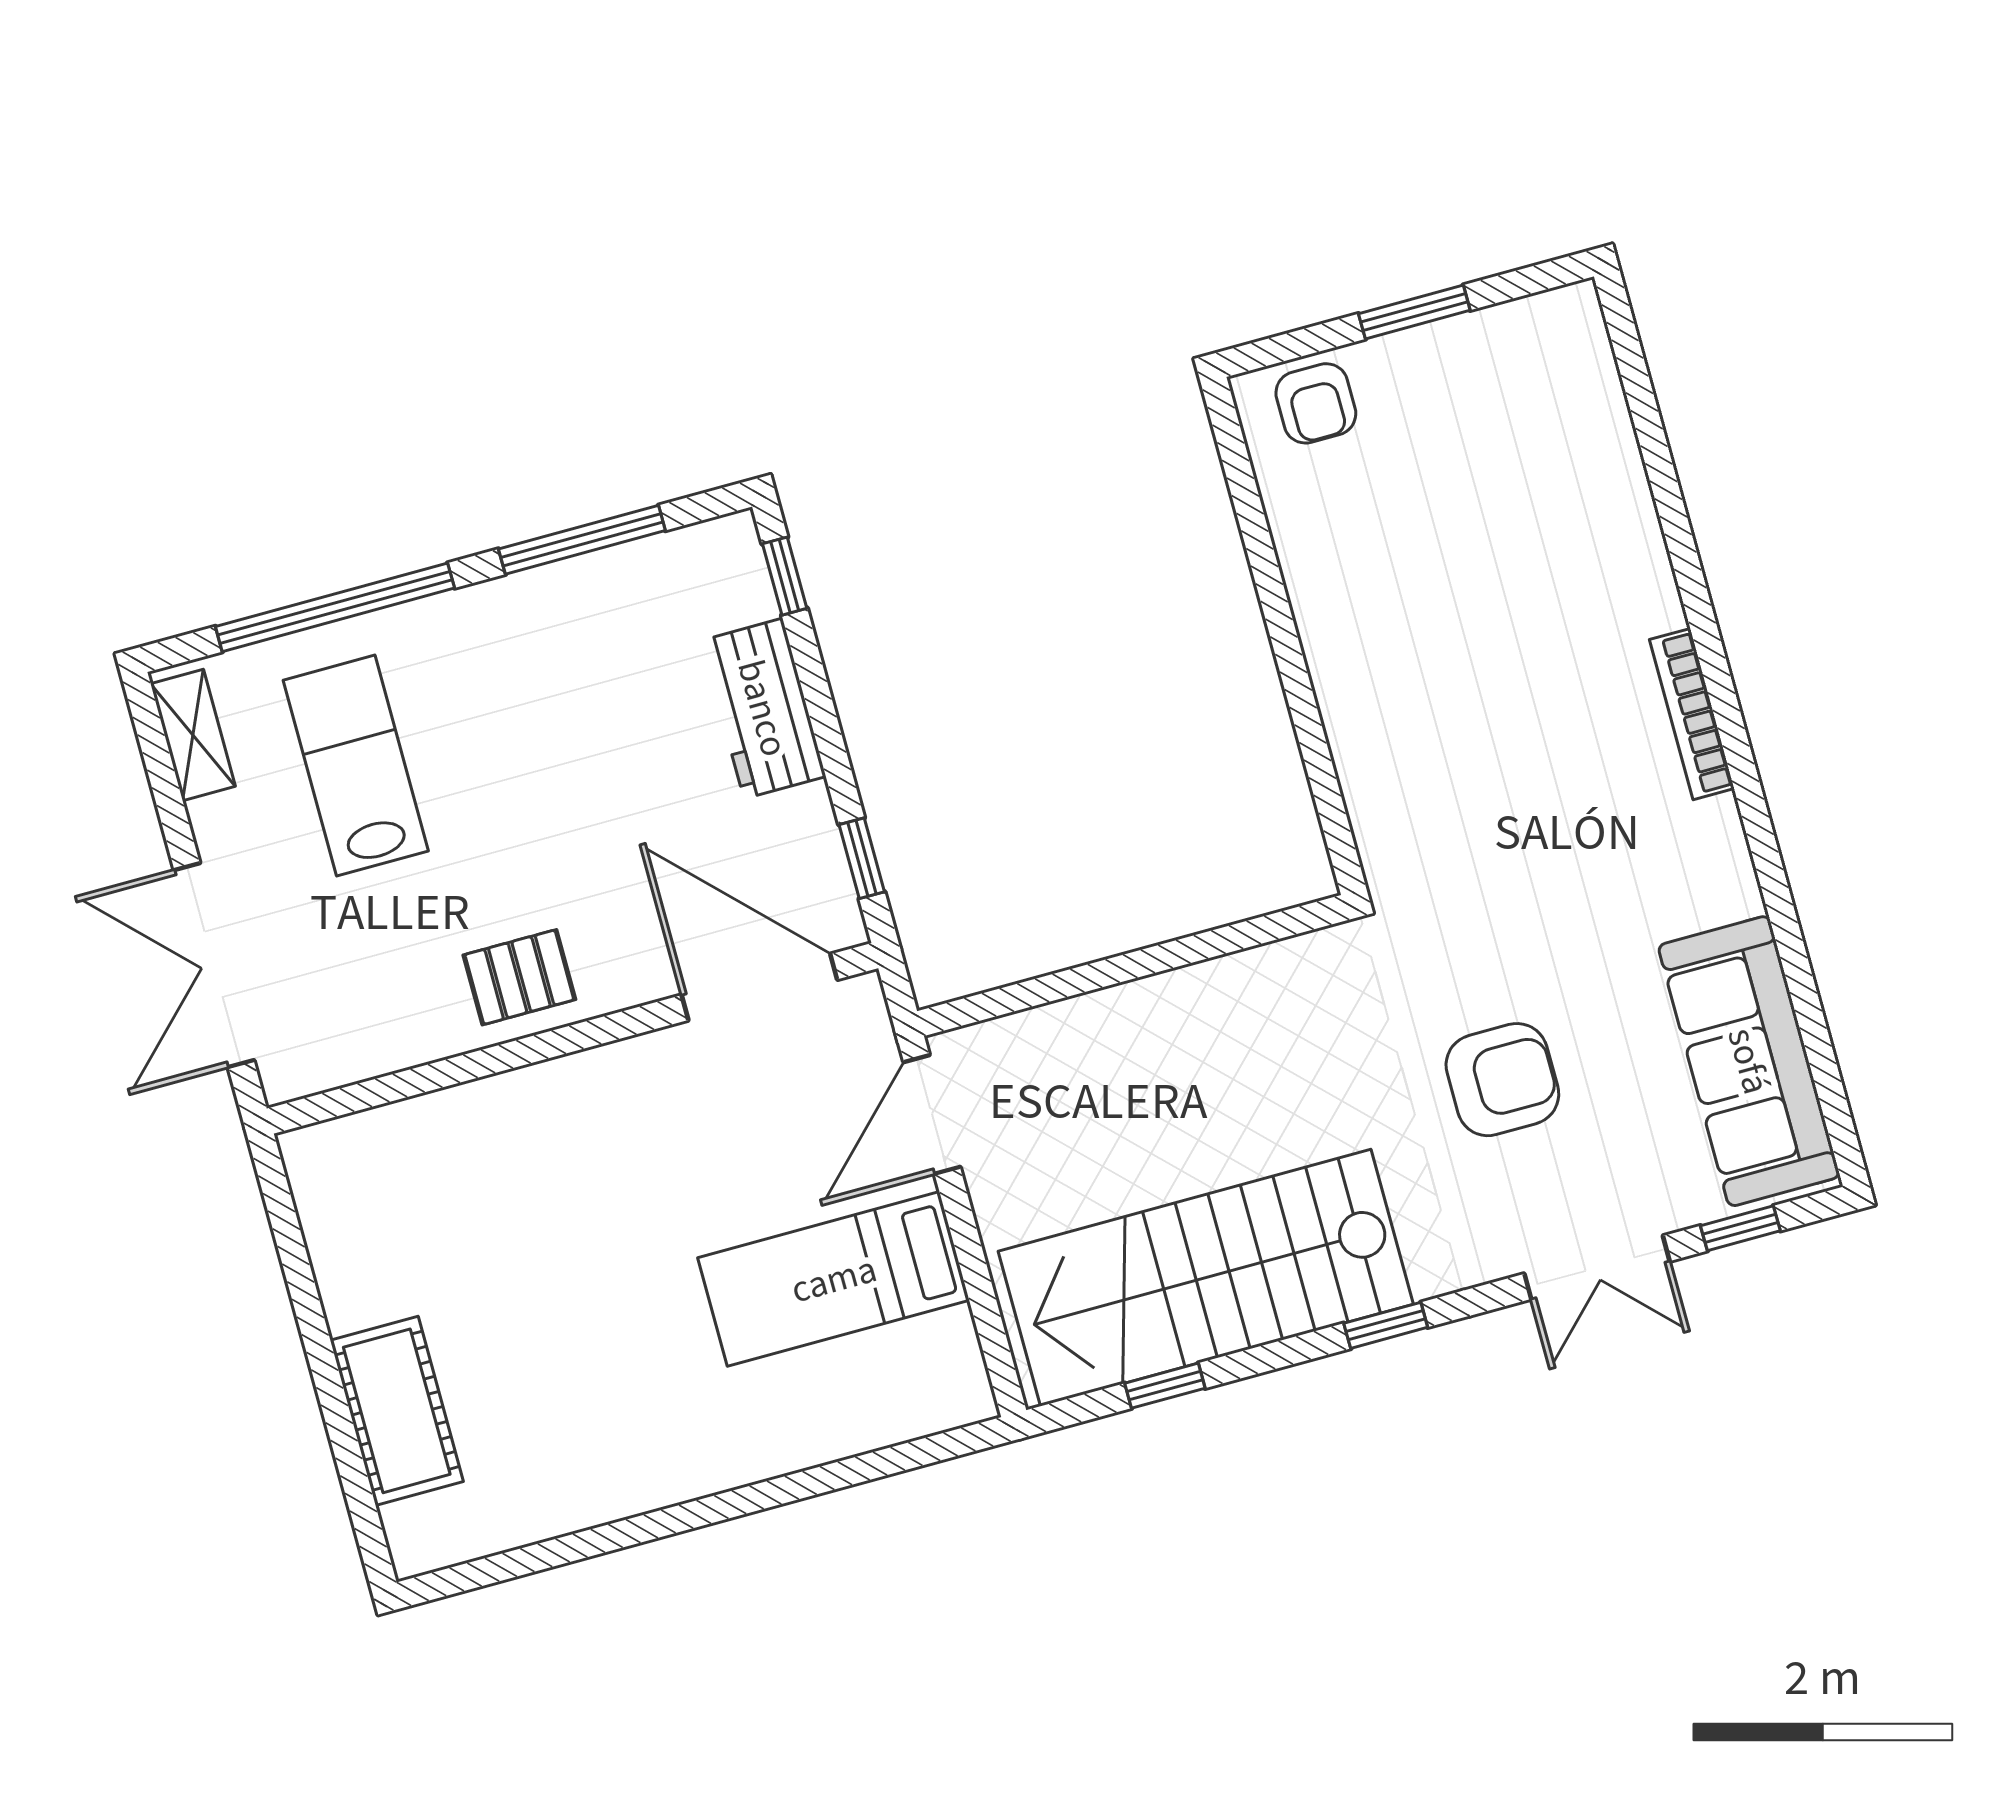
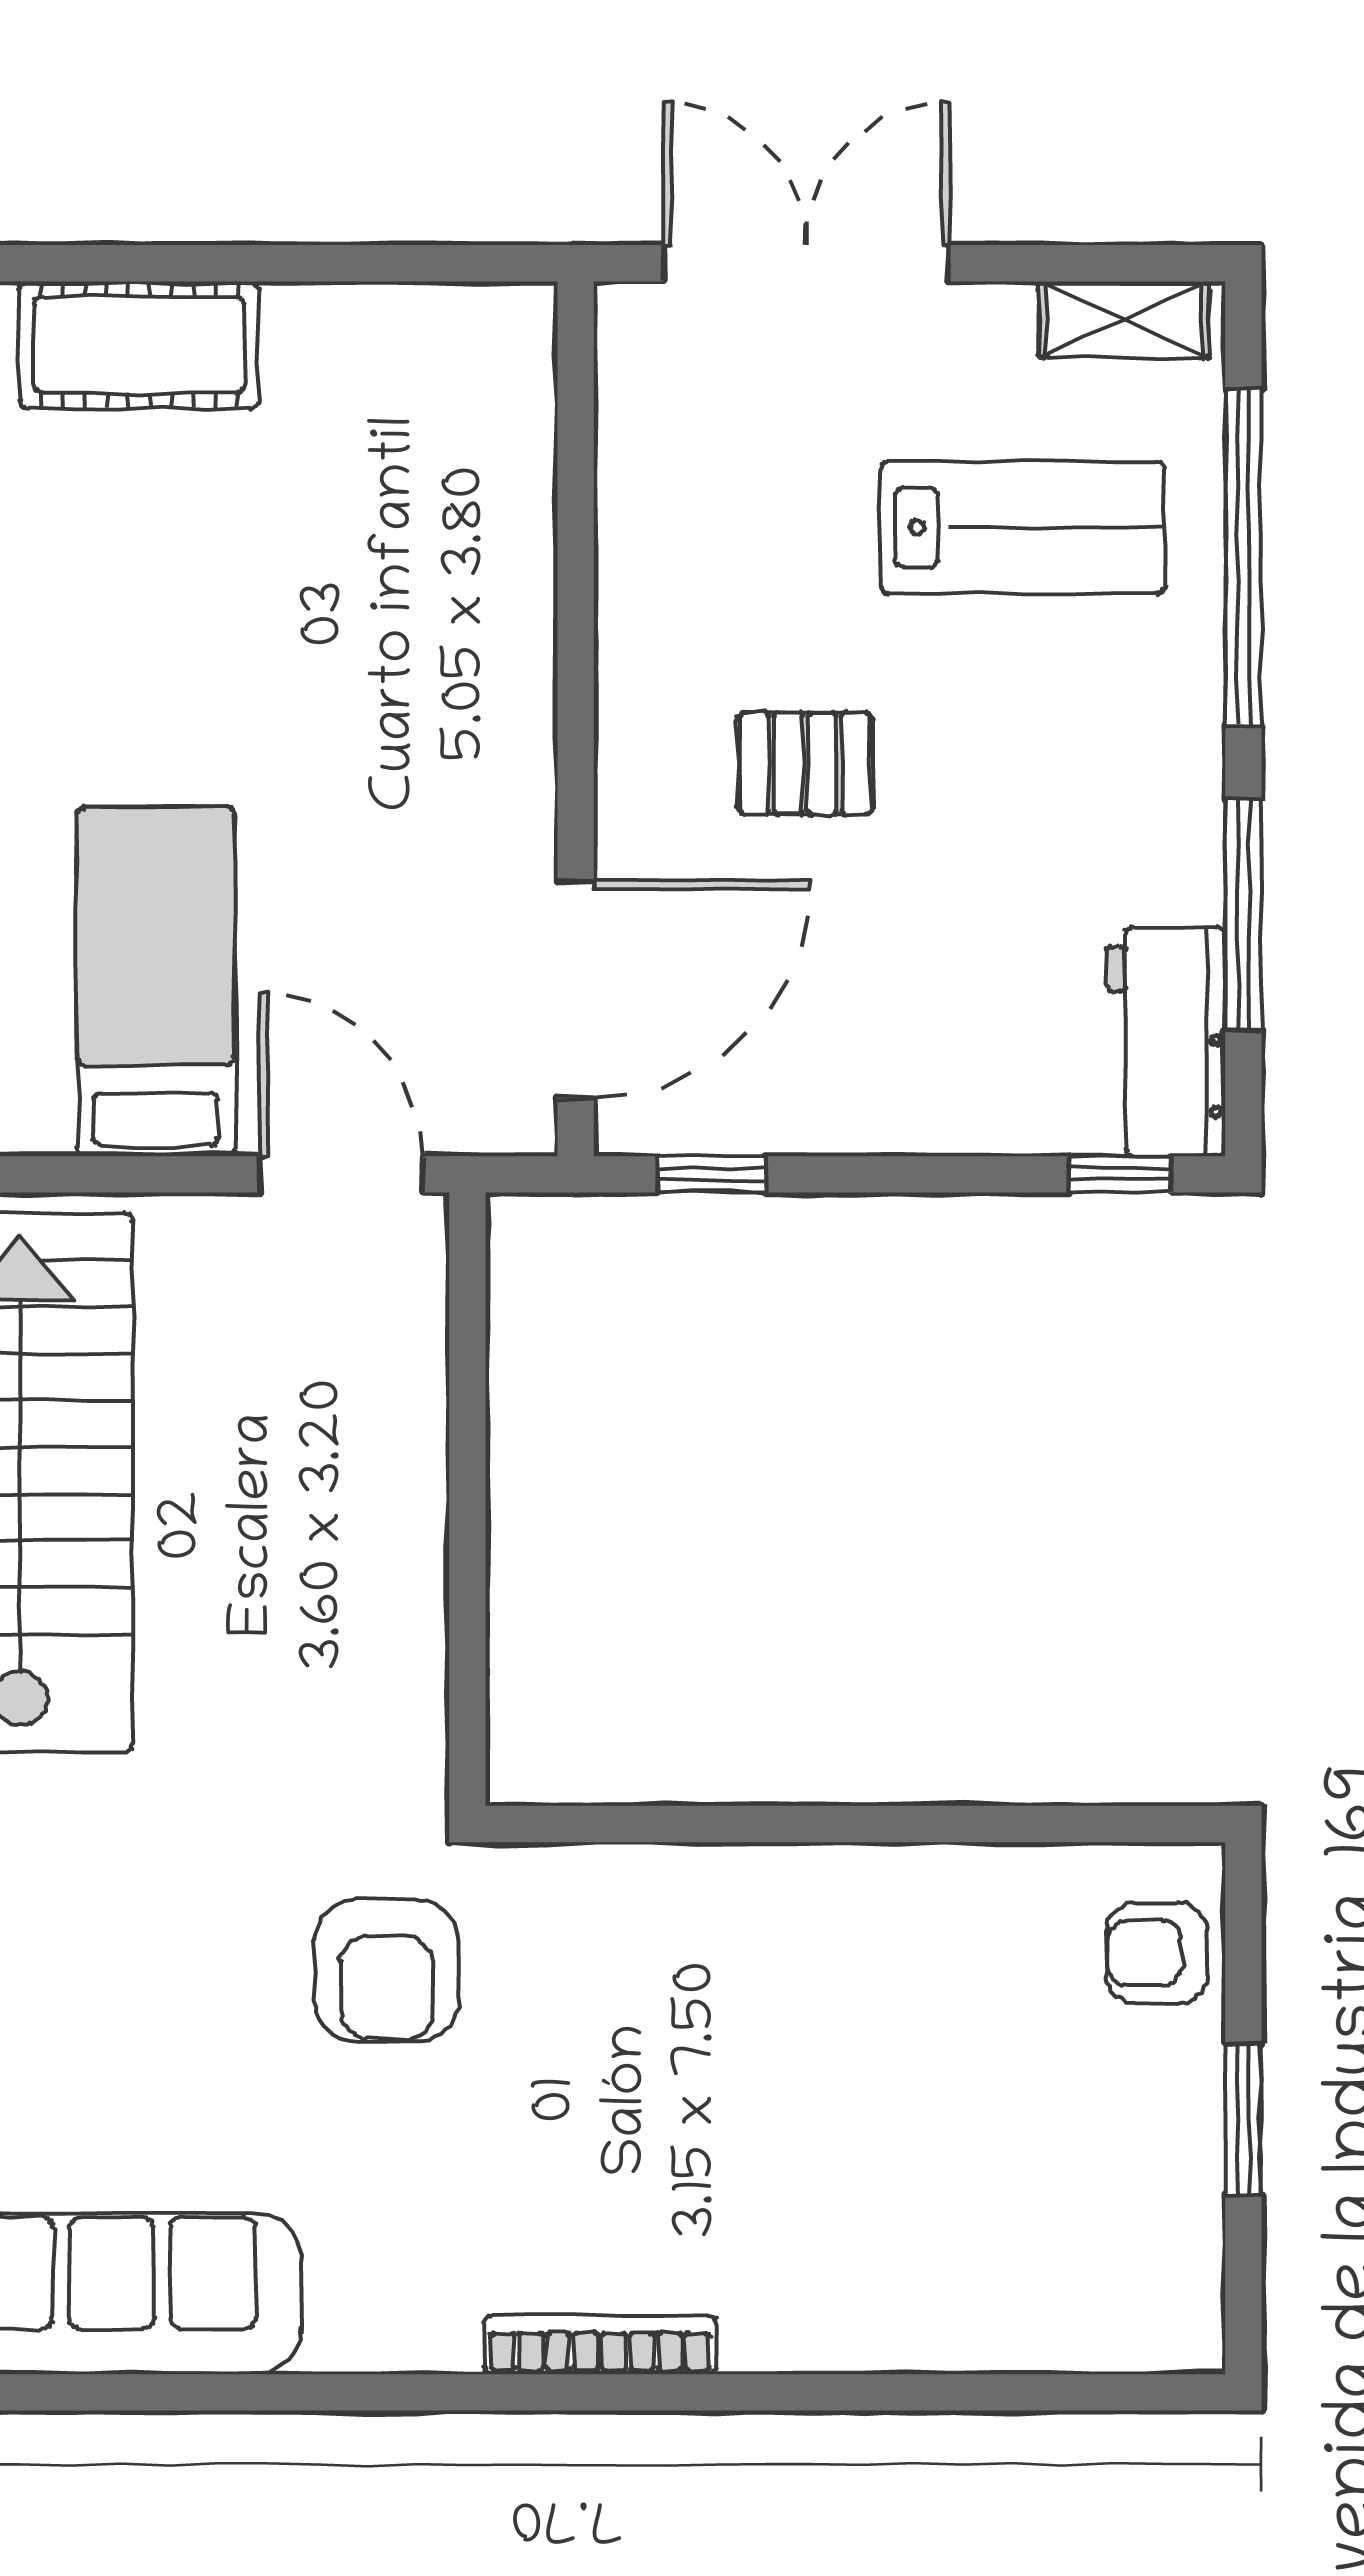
workbench: (763, 708) -> (1166, 1042), moved, turned -90
pallet: (519, 977) -> (805, 763), moved, turned 90
armchair: (1502, 1080) -> (387, 1970), moved

